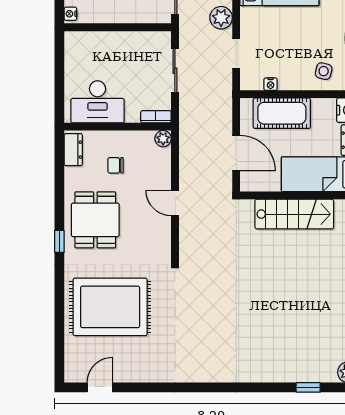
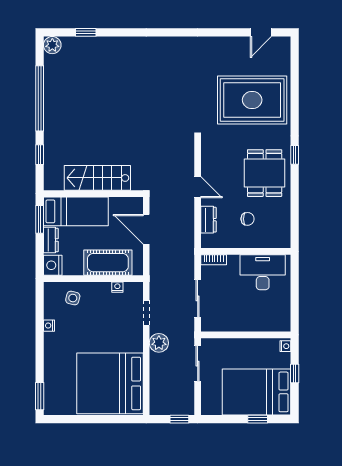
plant: (163, 139) -> (208, 241), removed
dresser: (73, 150) -> (208, 220), moved, turned 180

